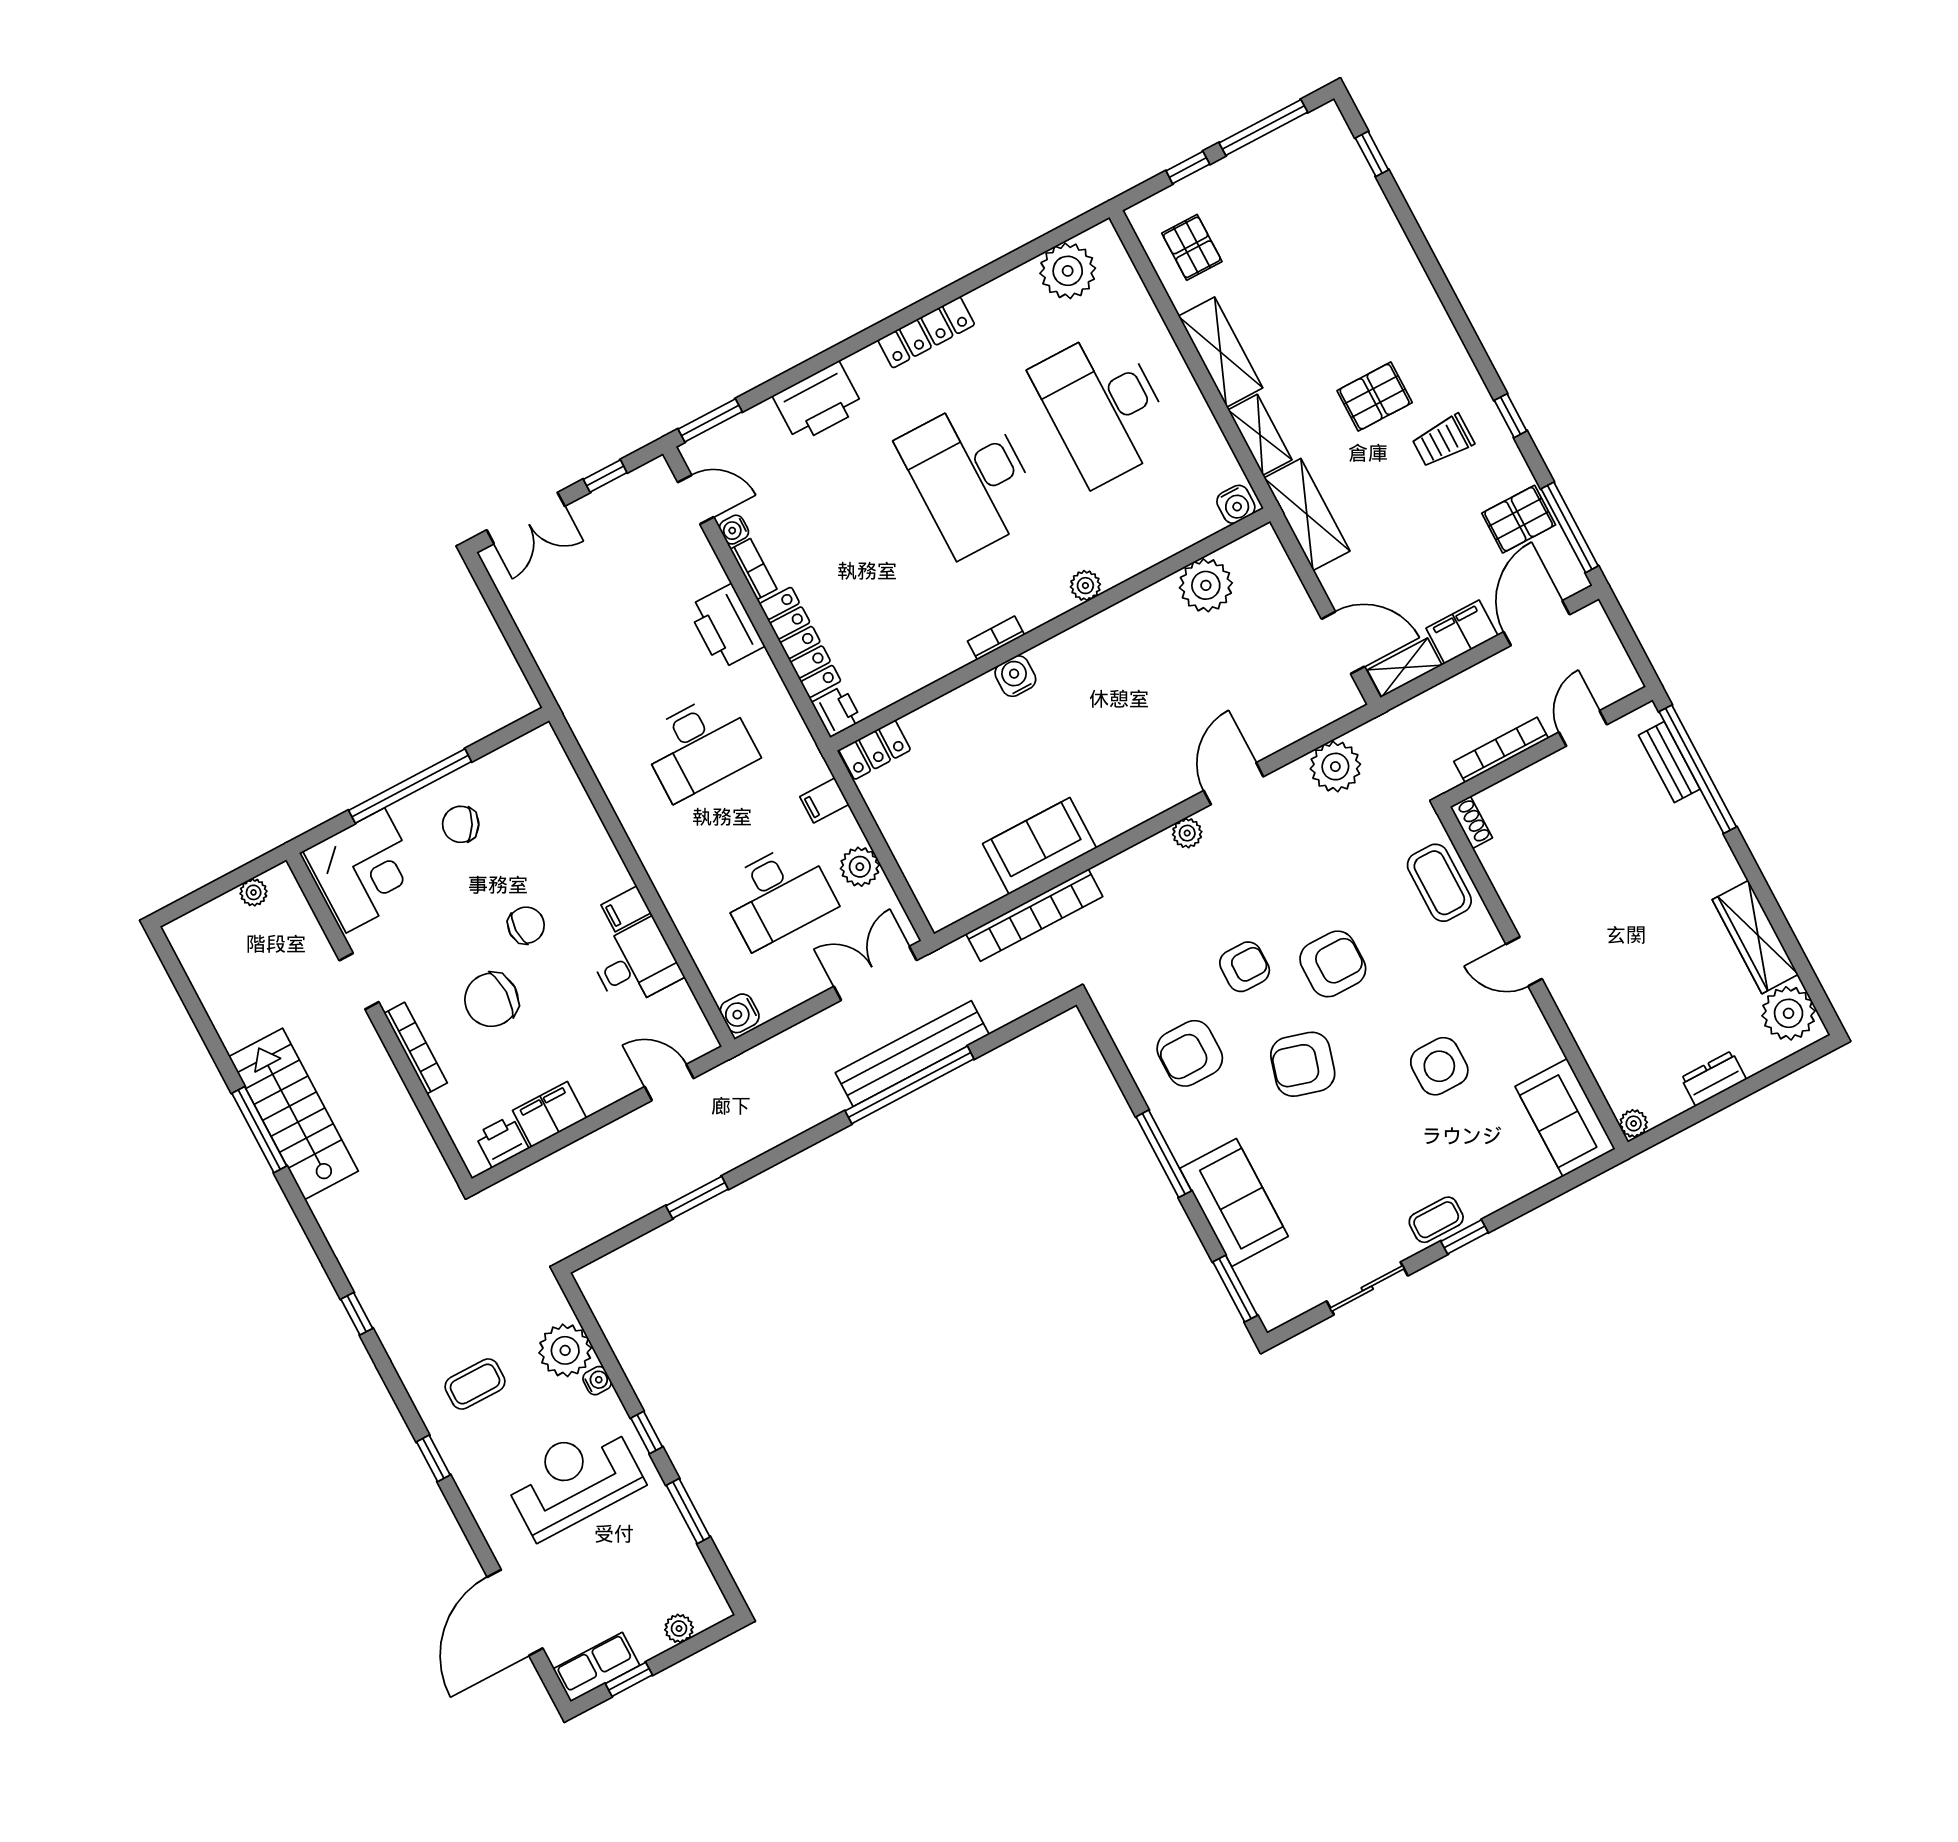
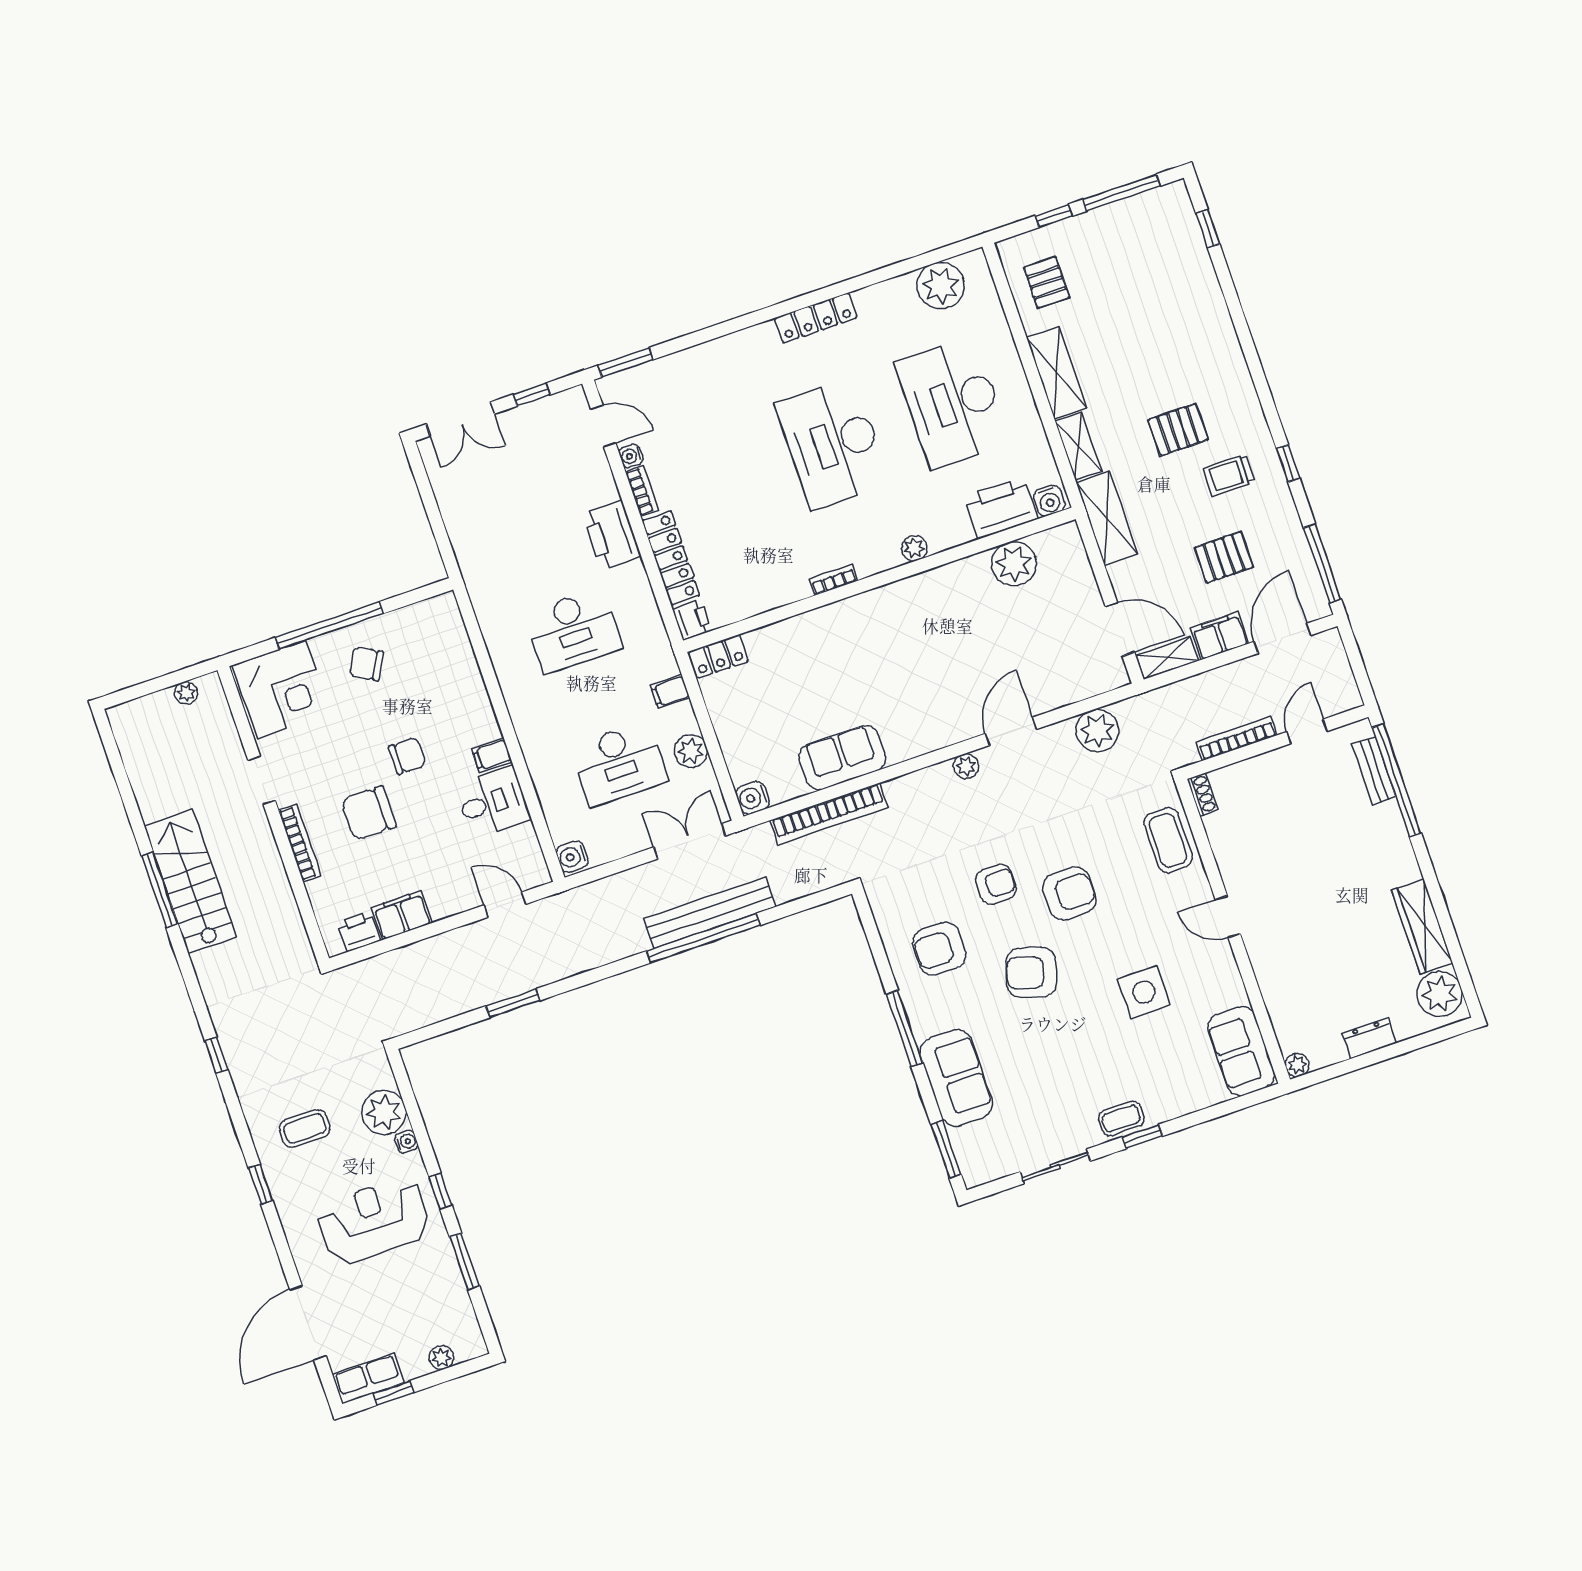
printer: (818, 402) -> (1001, 508), moved, turned 180
pallet: (1519, 519) -> (1224, 557), moved
water cooler: (1015, 676) -> (753, 798), moved, turned -90

